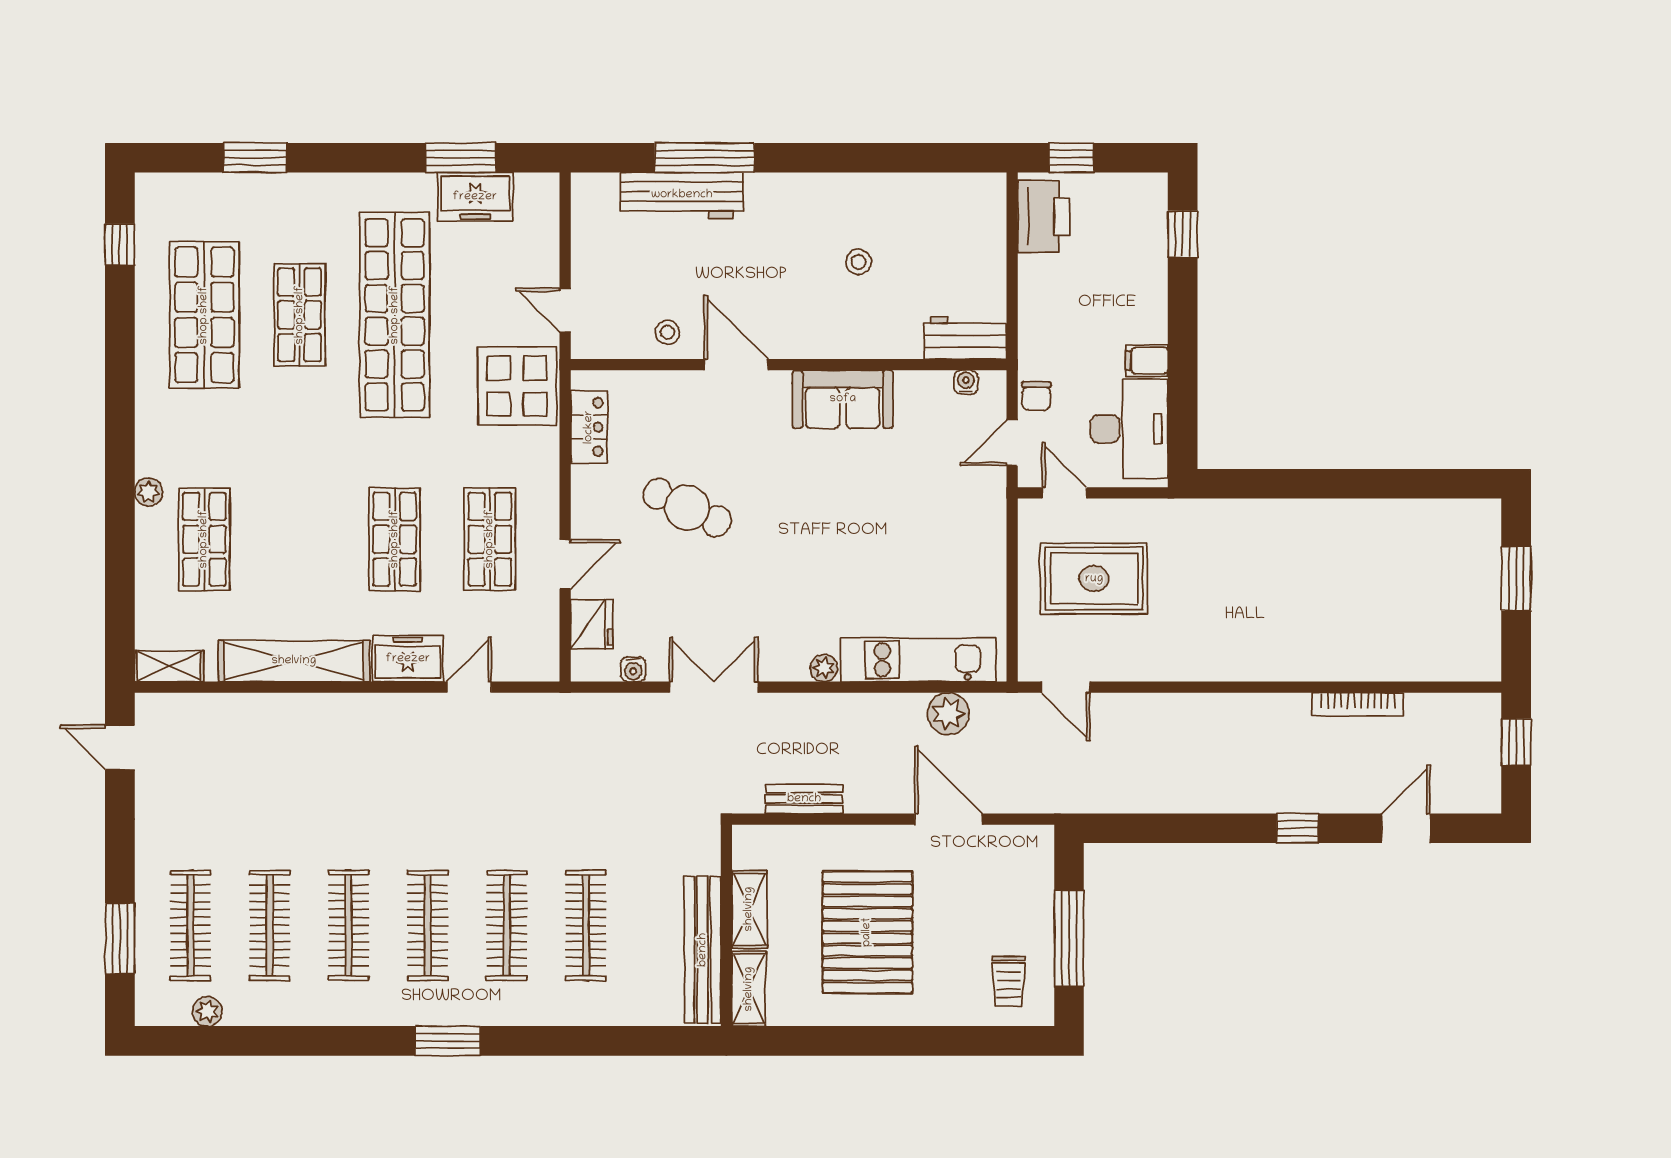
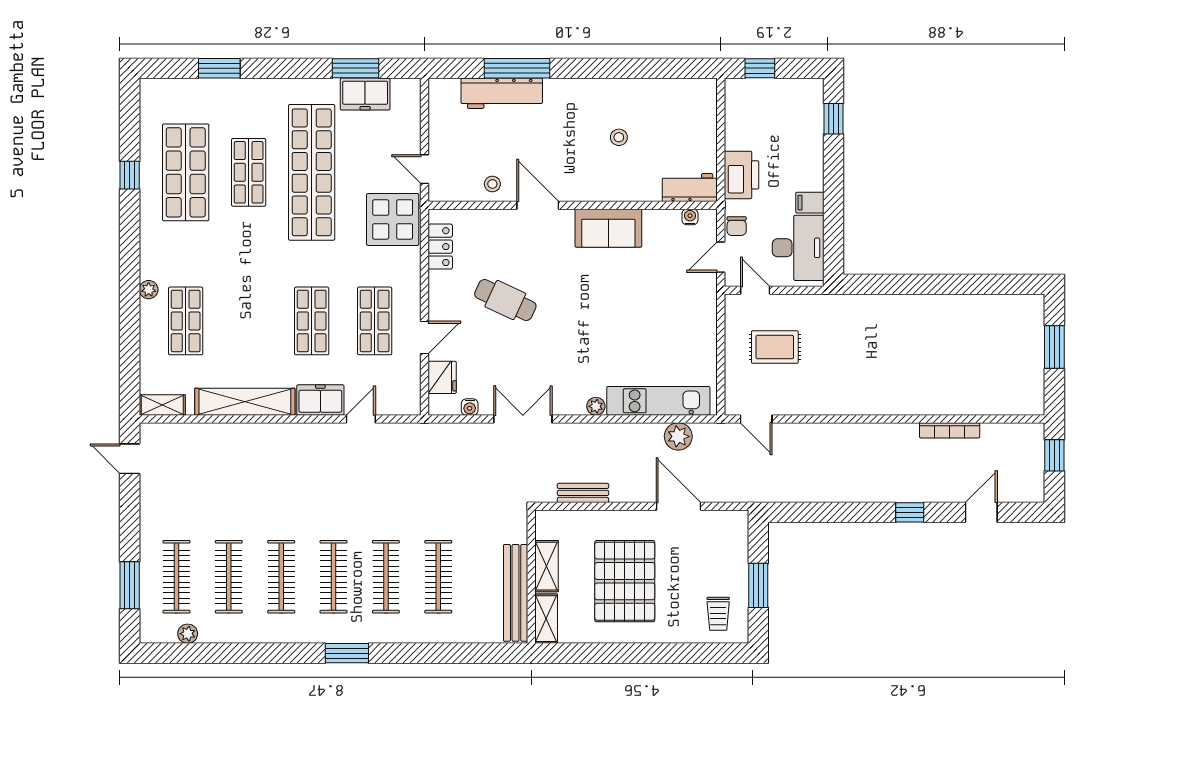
printer: (1044, 216) -> (741, 175), moved
window: (120, 244) -> (130, 175), moved
rug: (1094, 579) -> (775, 347), width x0.73, depth x0.70
window: (1069, 938) -> (758, 585), width x0.69

